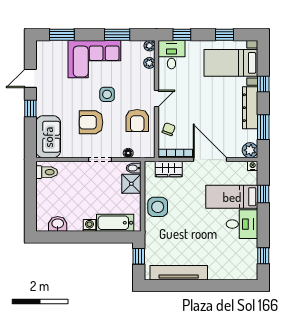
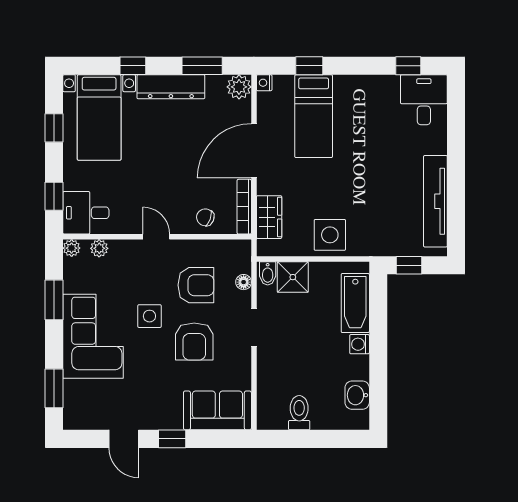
armchair: (137, 121) -> (196, 285), moved
toilet: (47, 172) -> (299, 413), moved
desk: (242, 224) -> (424, 100), moved

